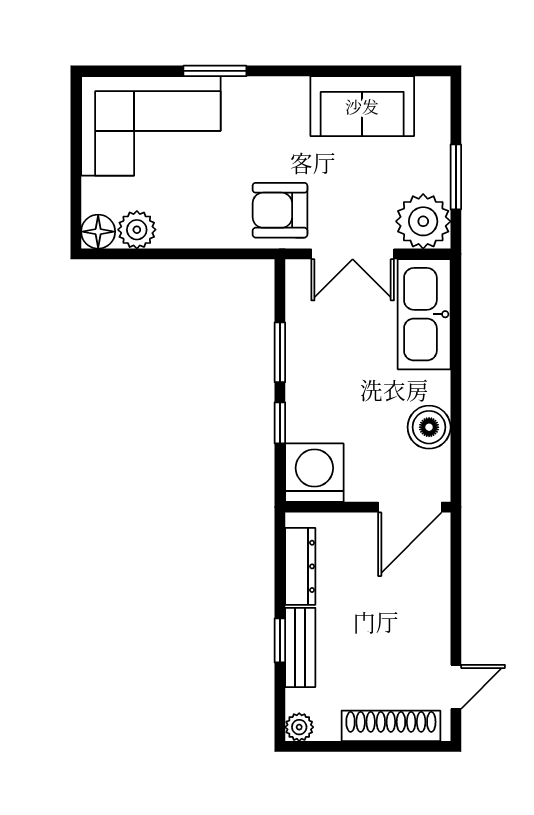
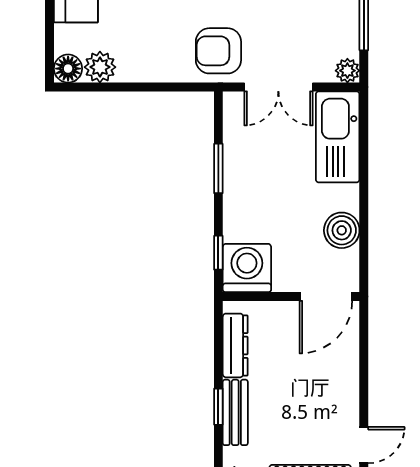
plant: (423, 221) -> (347, 71), width x0.53, depth x0.53
window: (280, 423) -> (218, 253), moved

